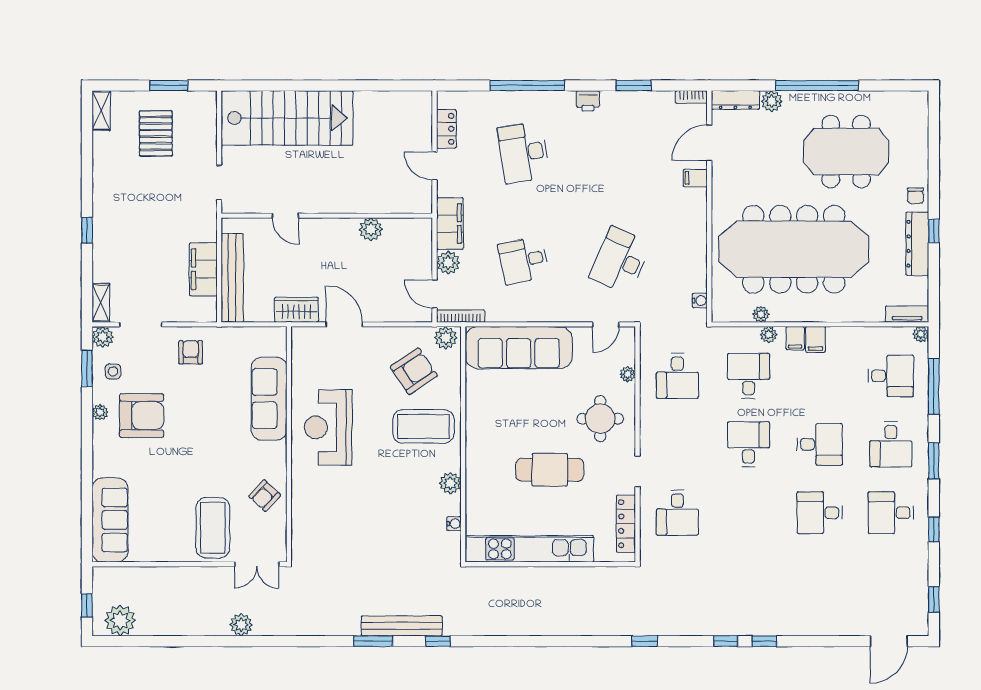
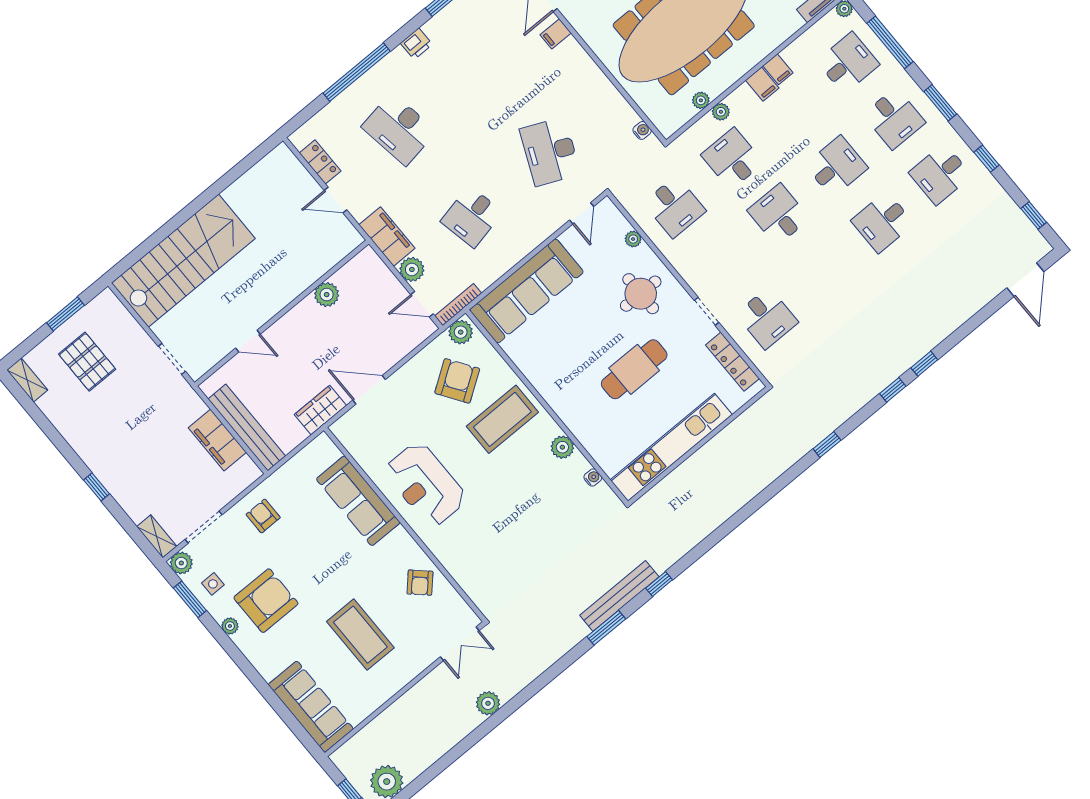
filing cabinet: (795, 338) -> (778, 69), moved
coffee table: (213, 528) -> (360, 635), moved

